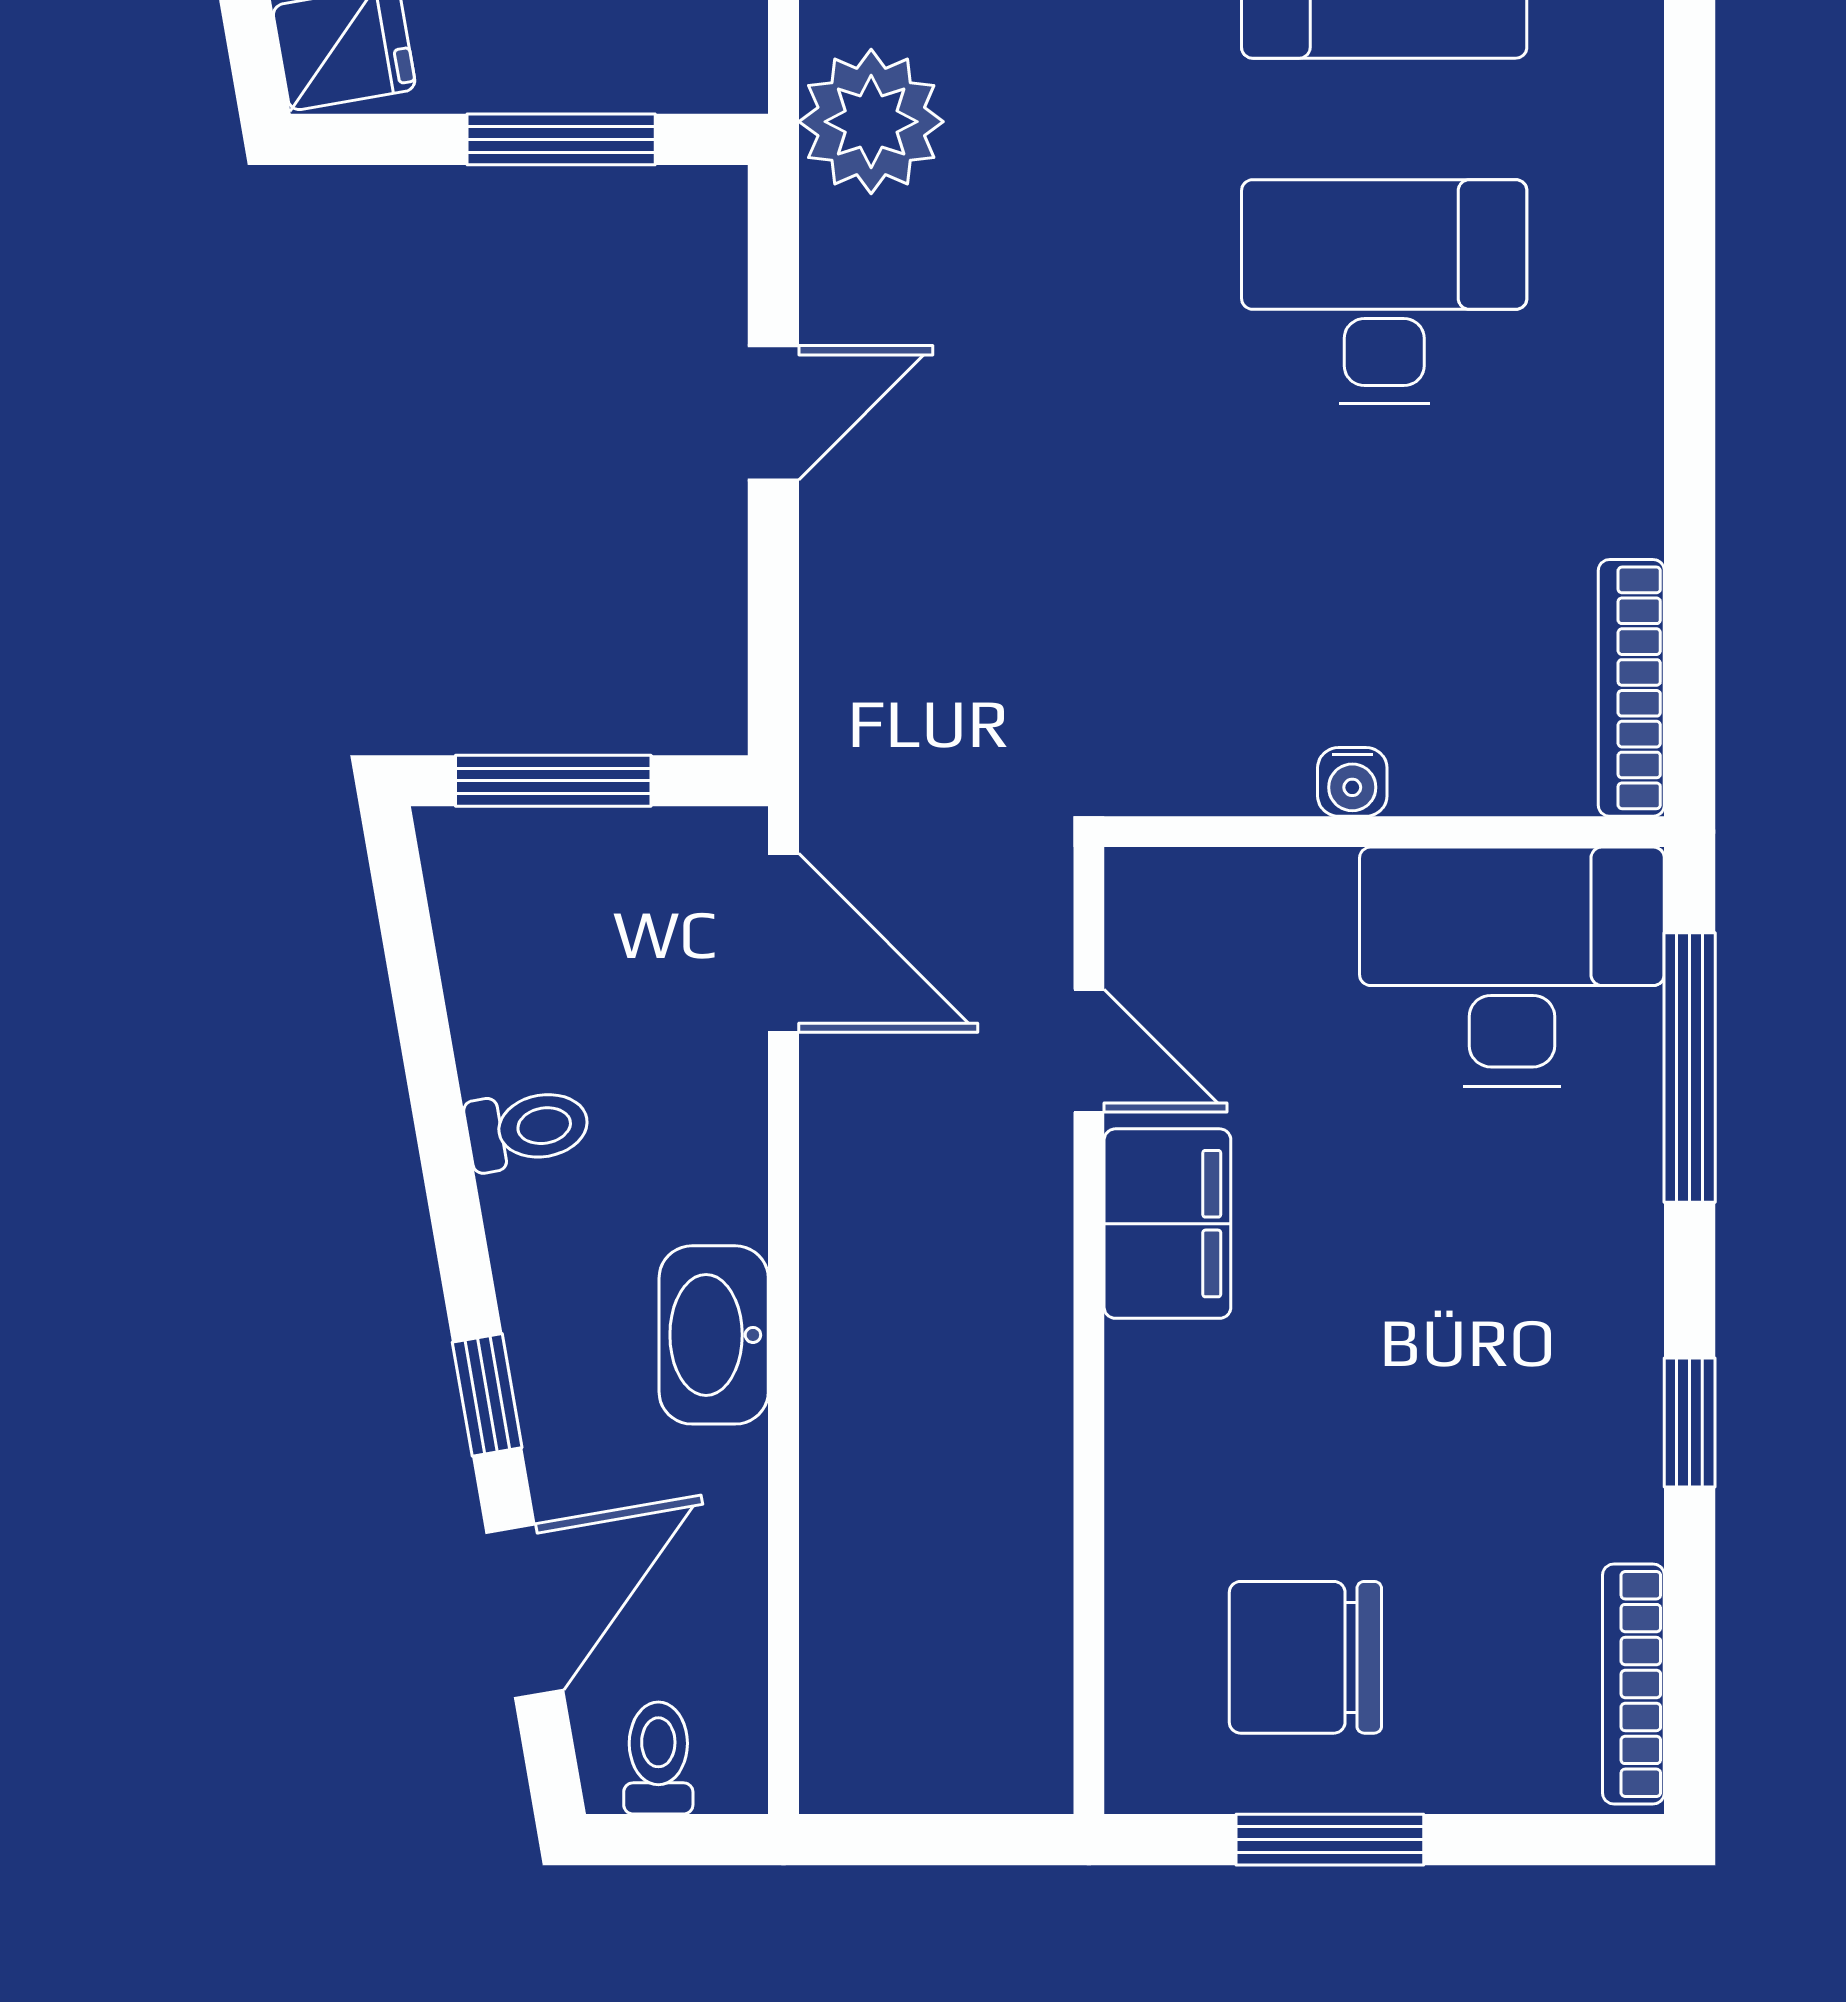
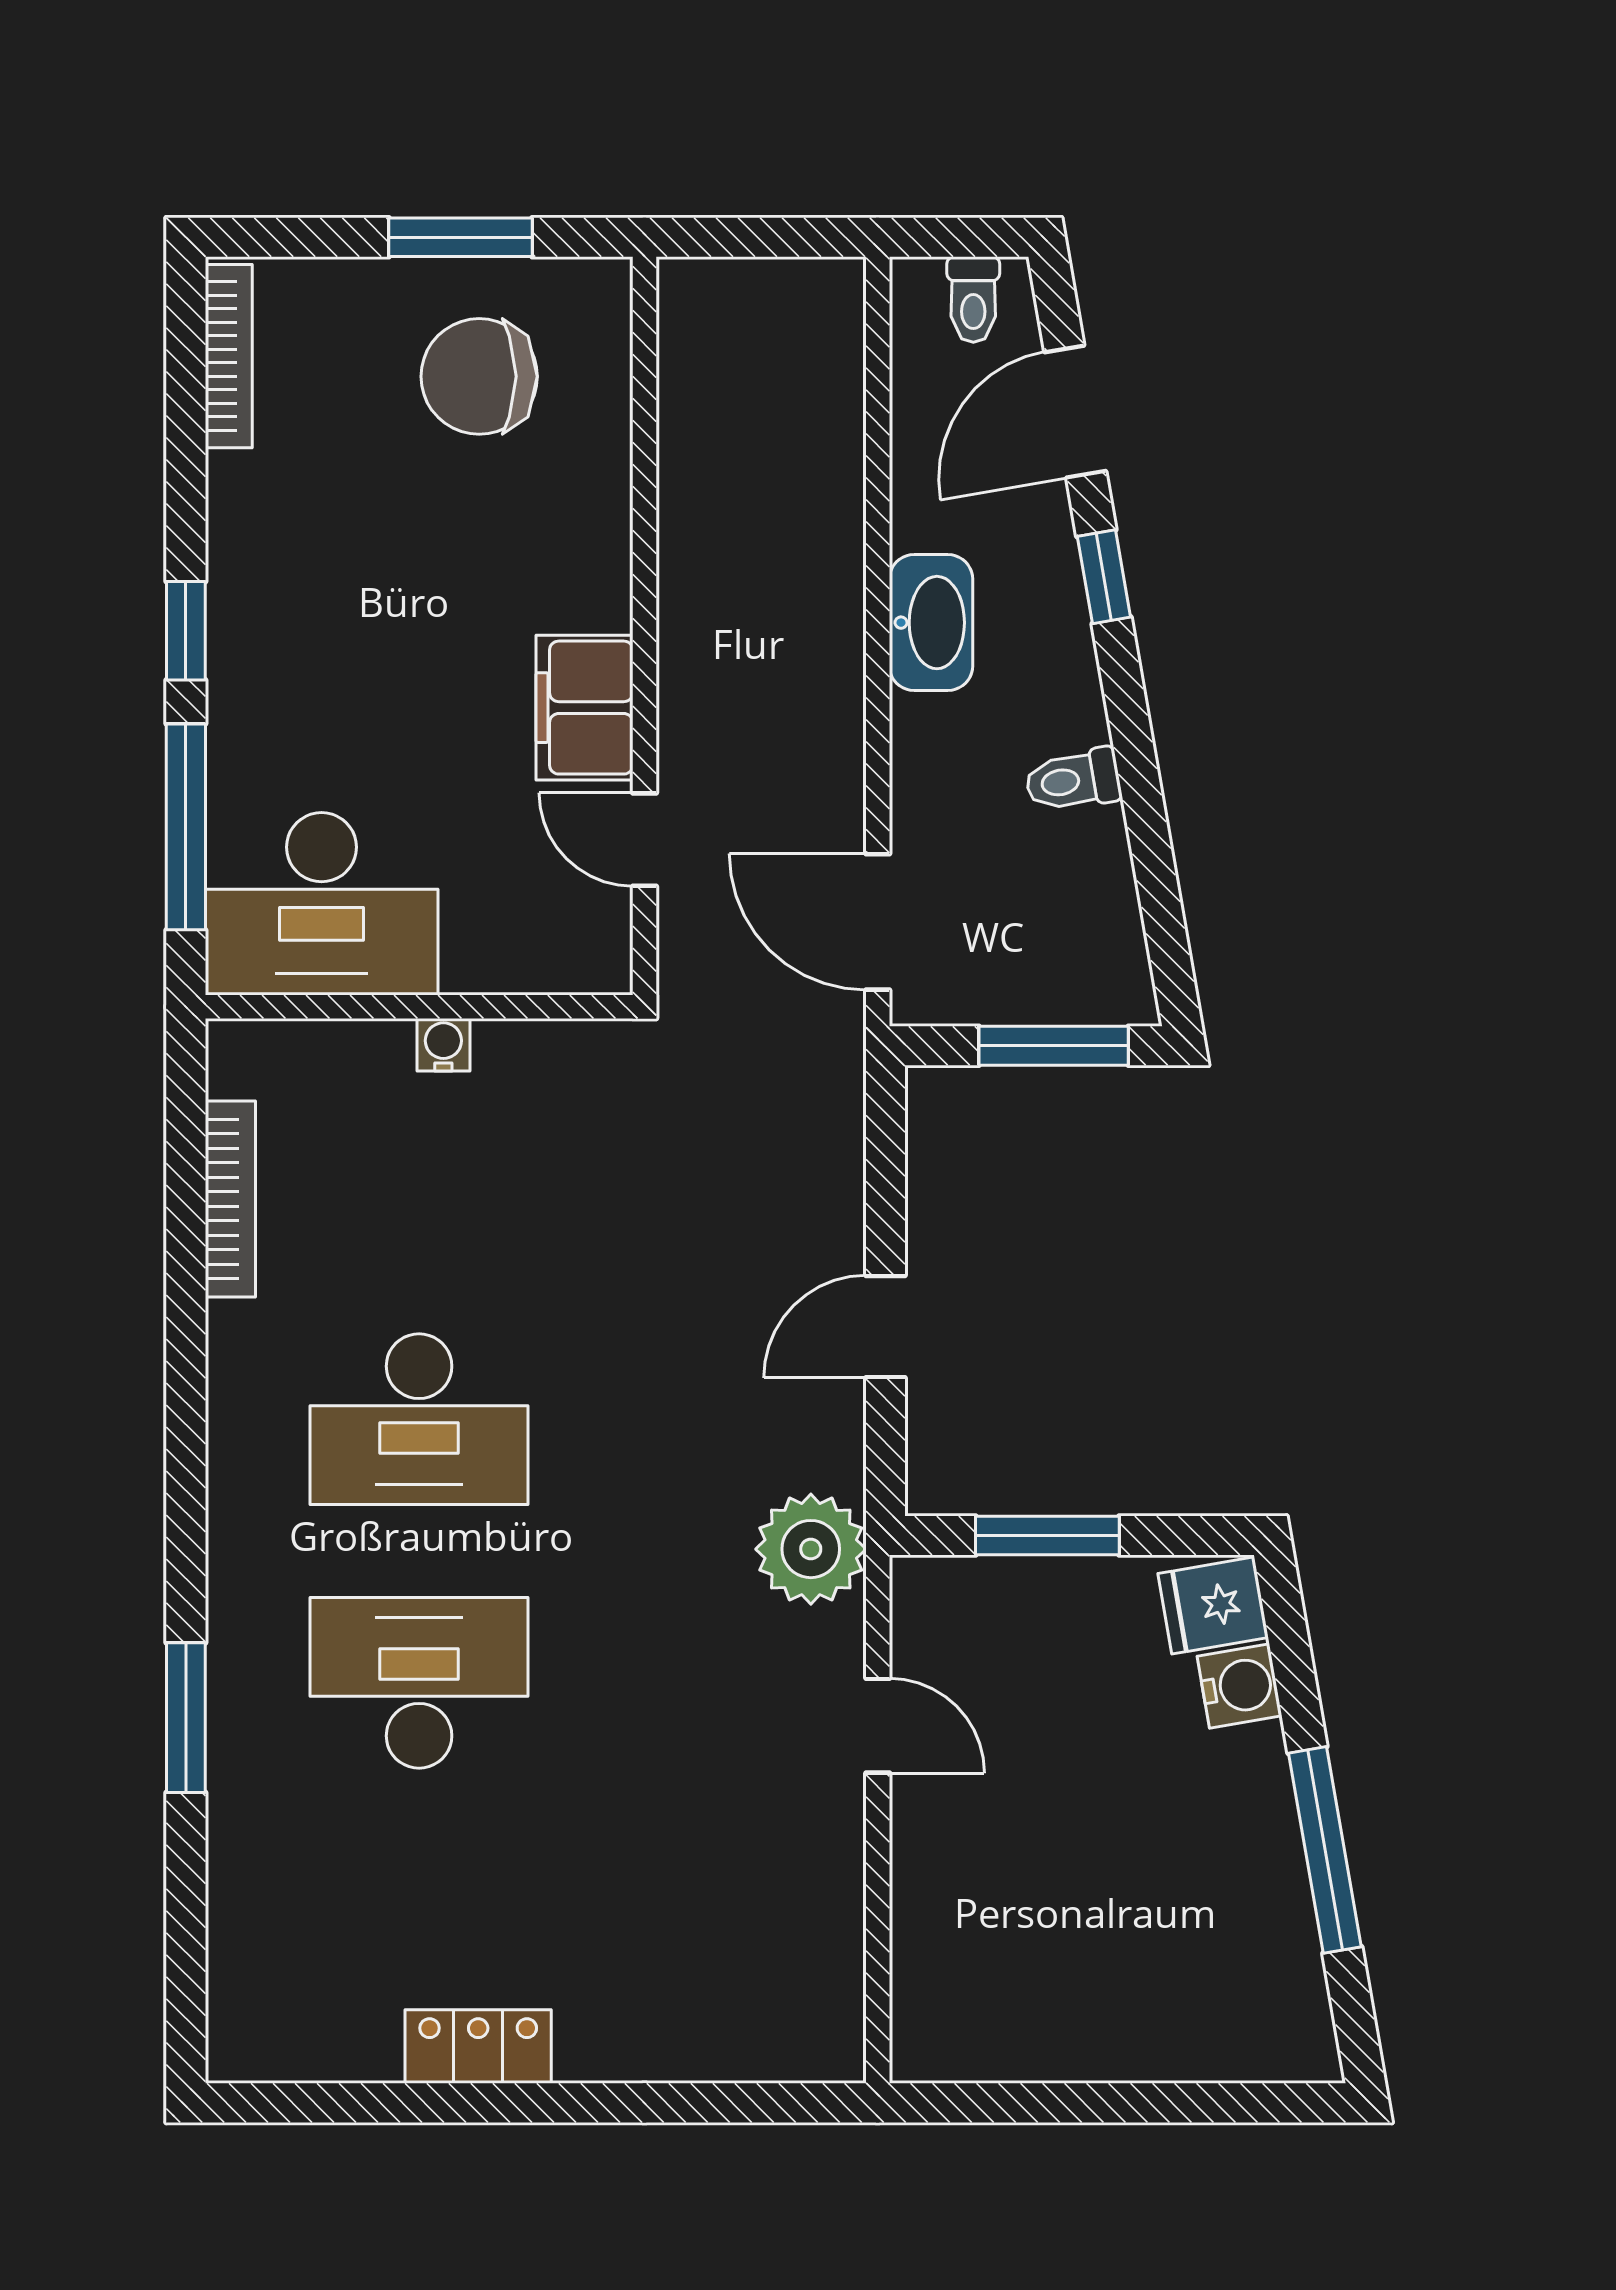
bookcase: (1631, 688) -> (230, 1199), moved
window: (1690, 1422) -> (186, 631), moved
chair: (1305, 1657) -> (479, 376), turned 180

